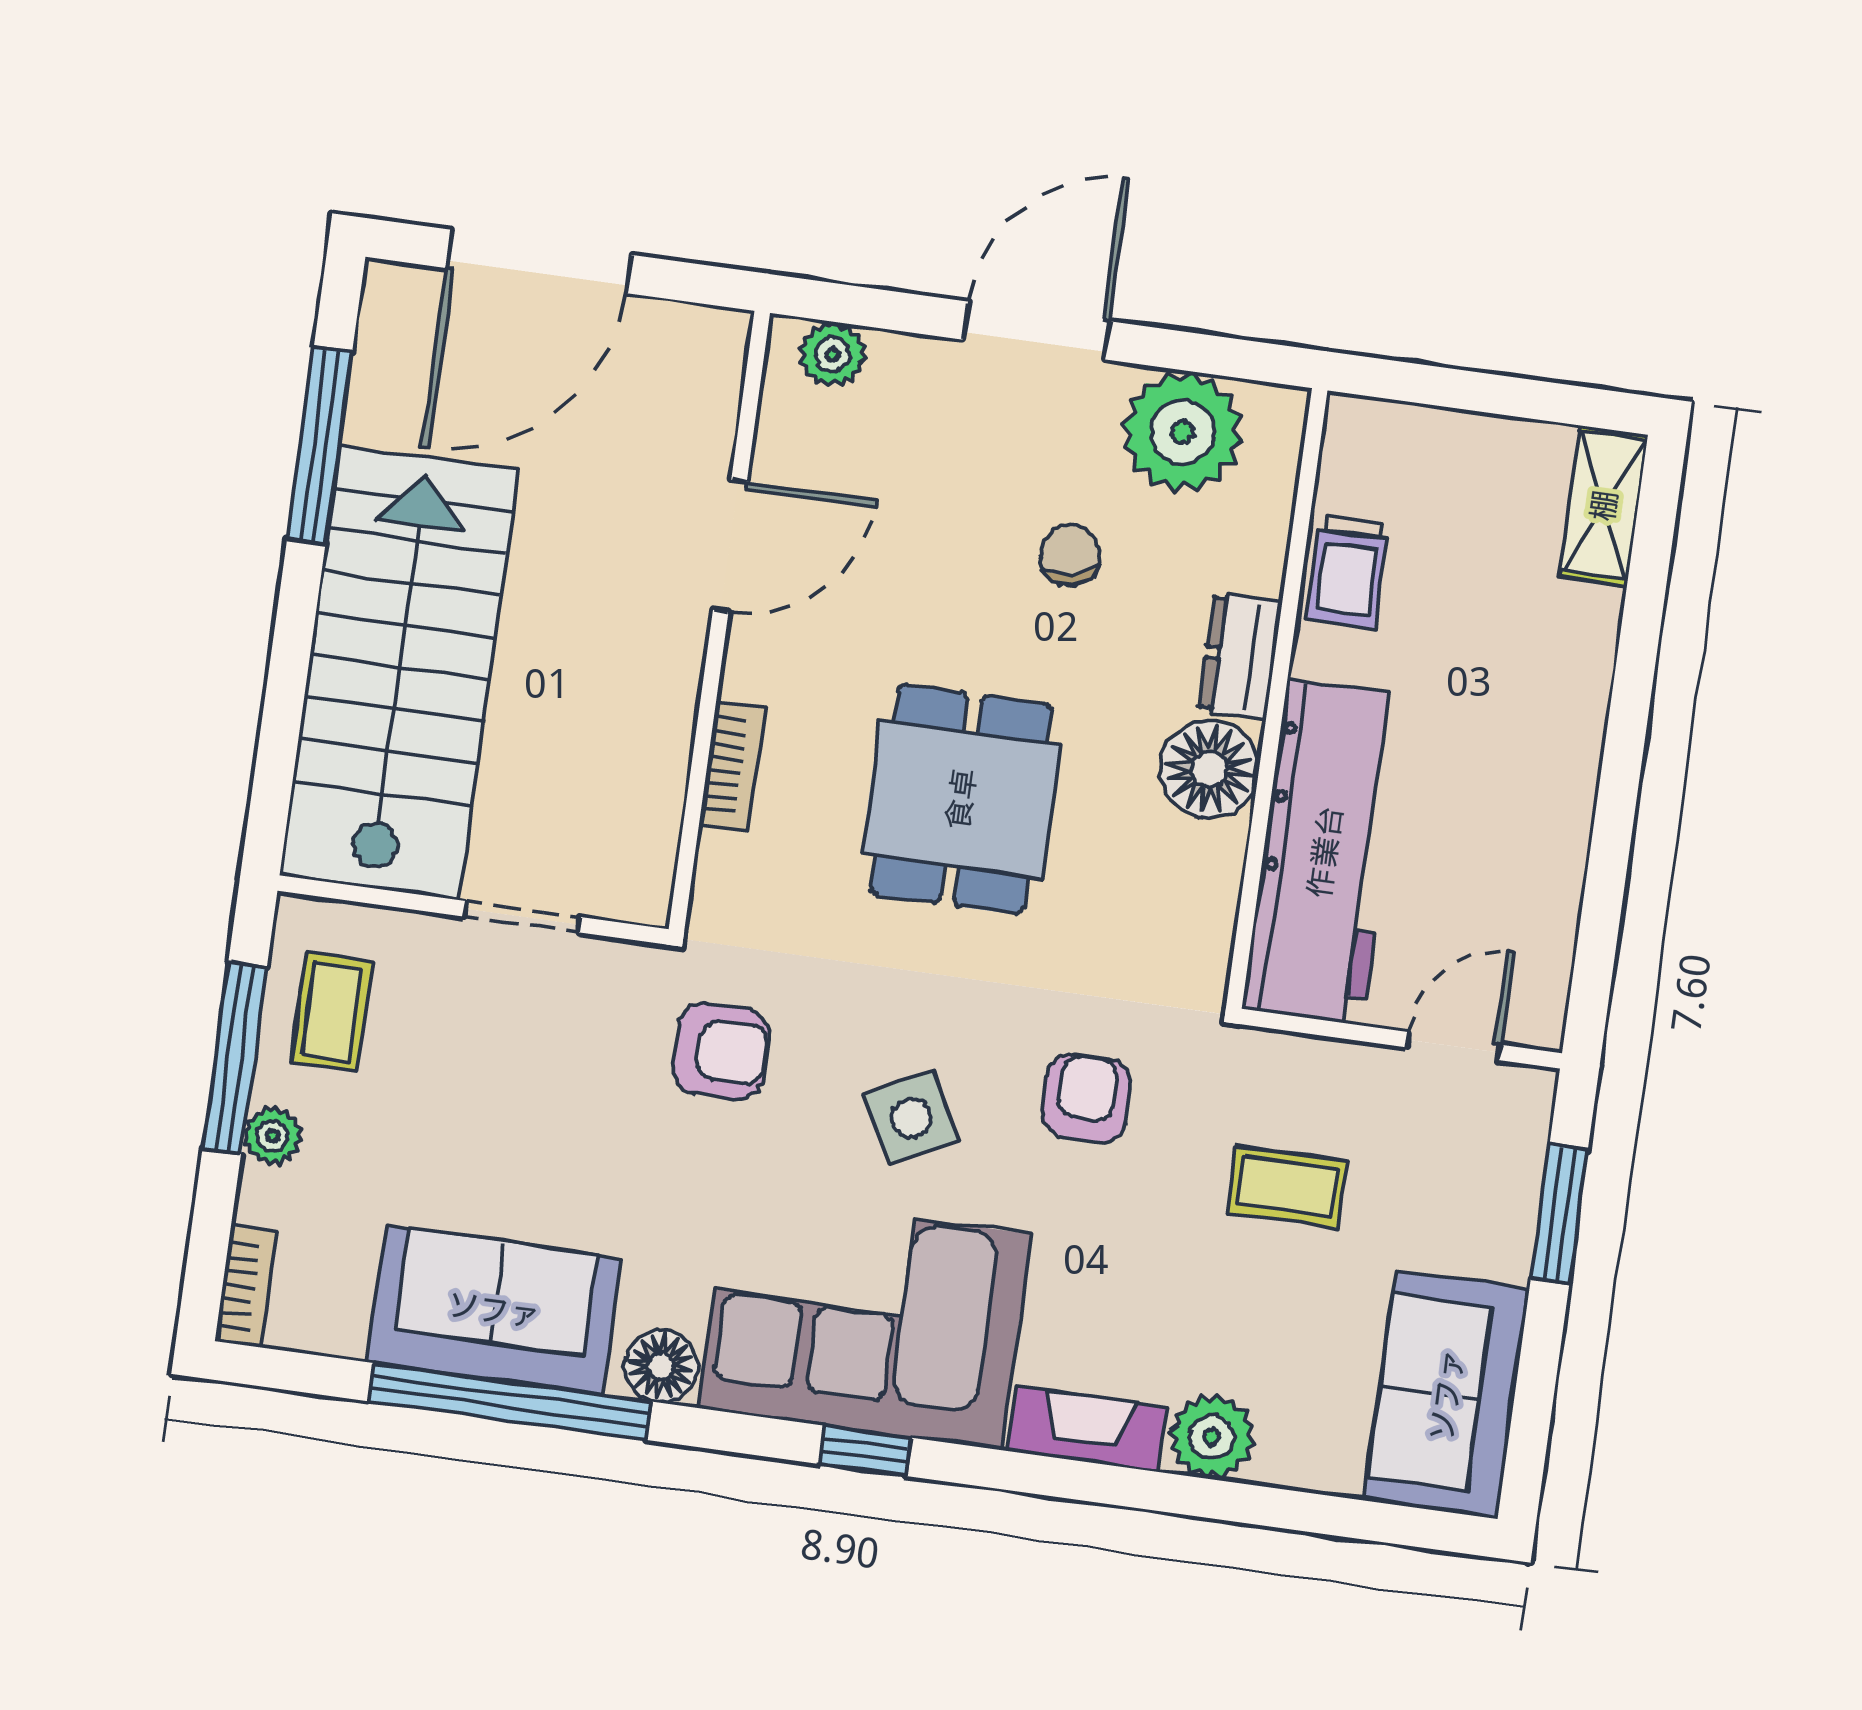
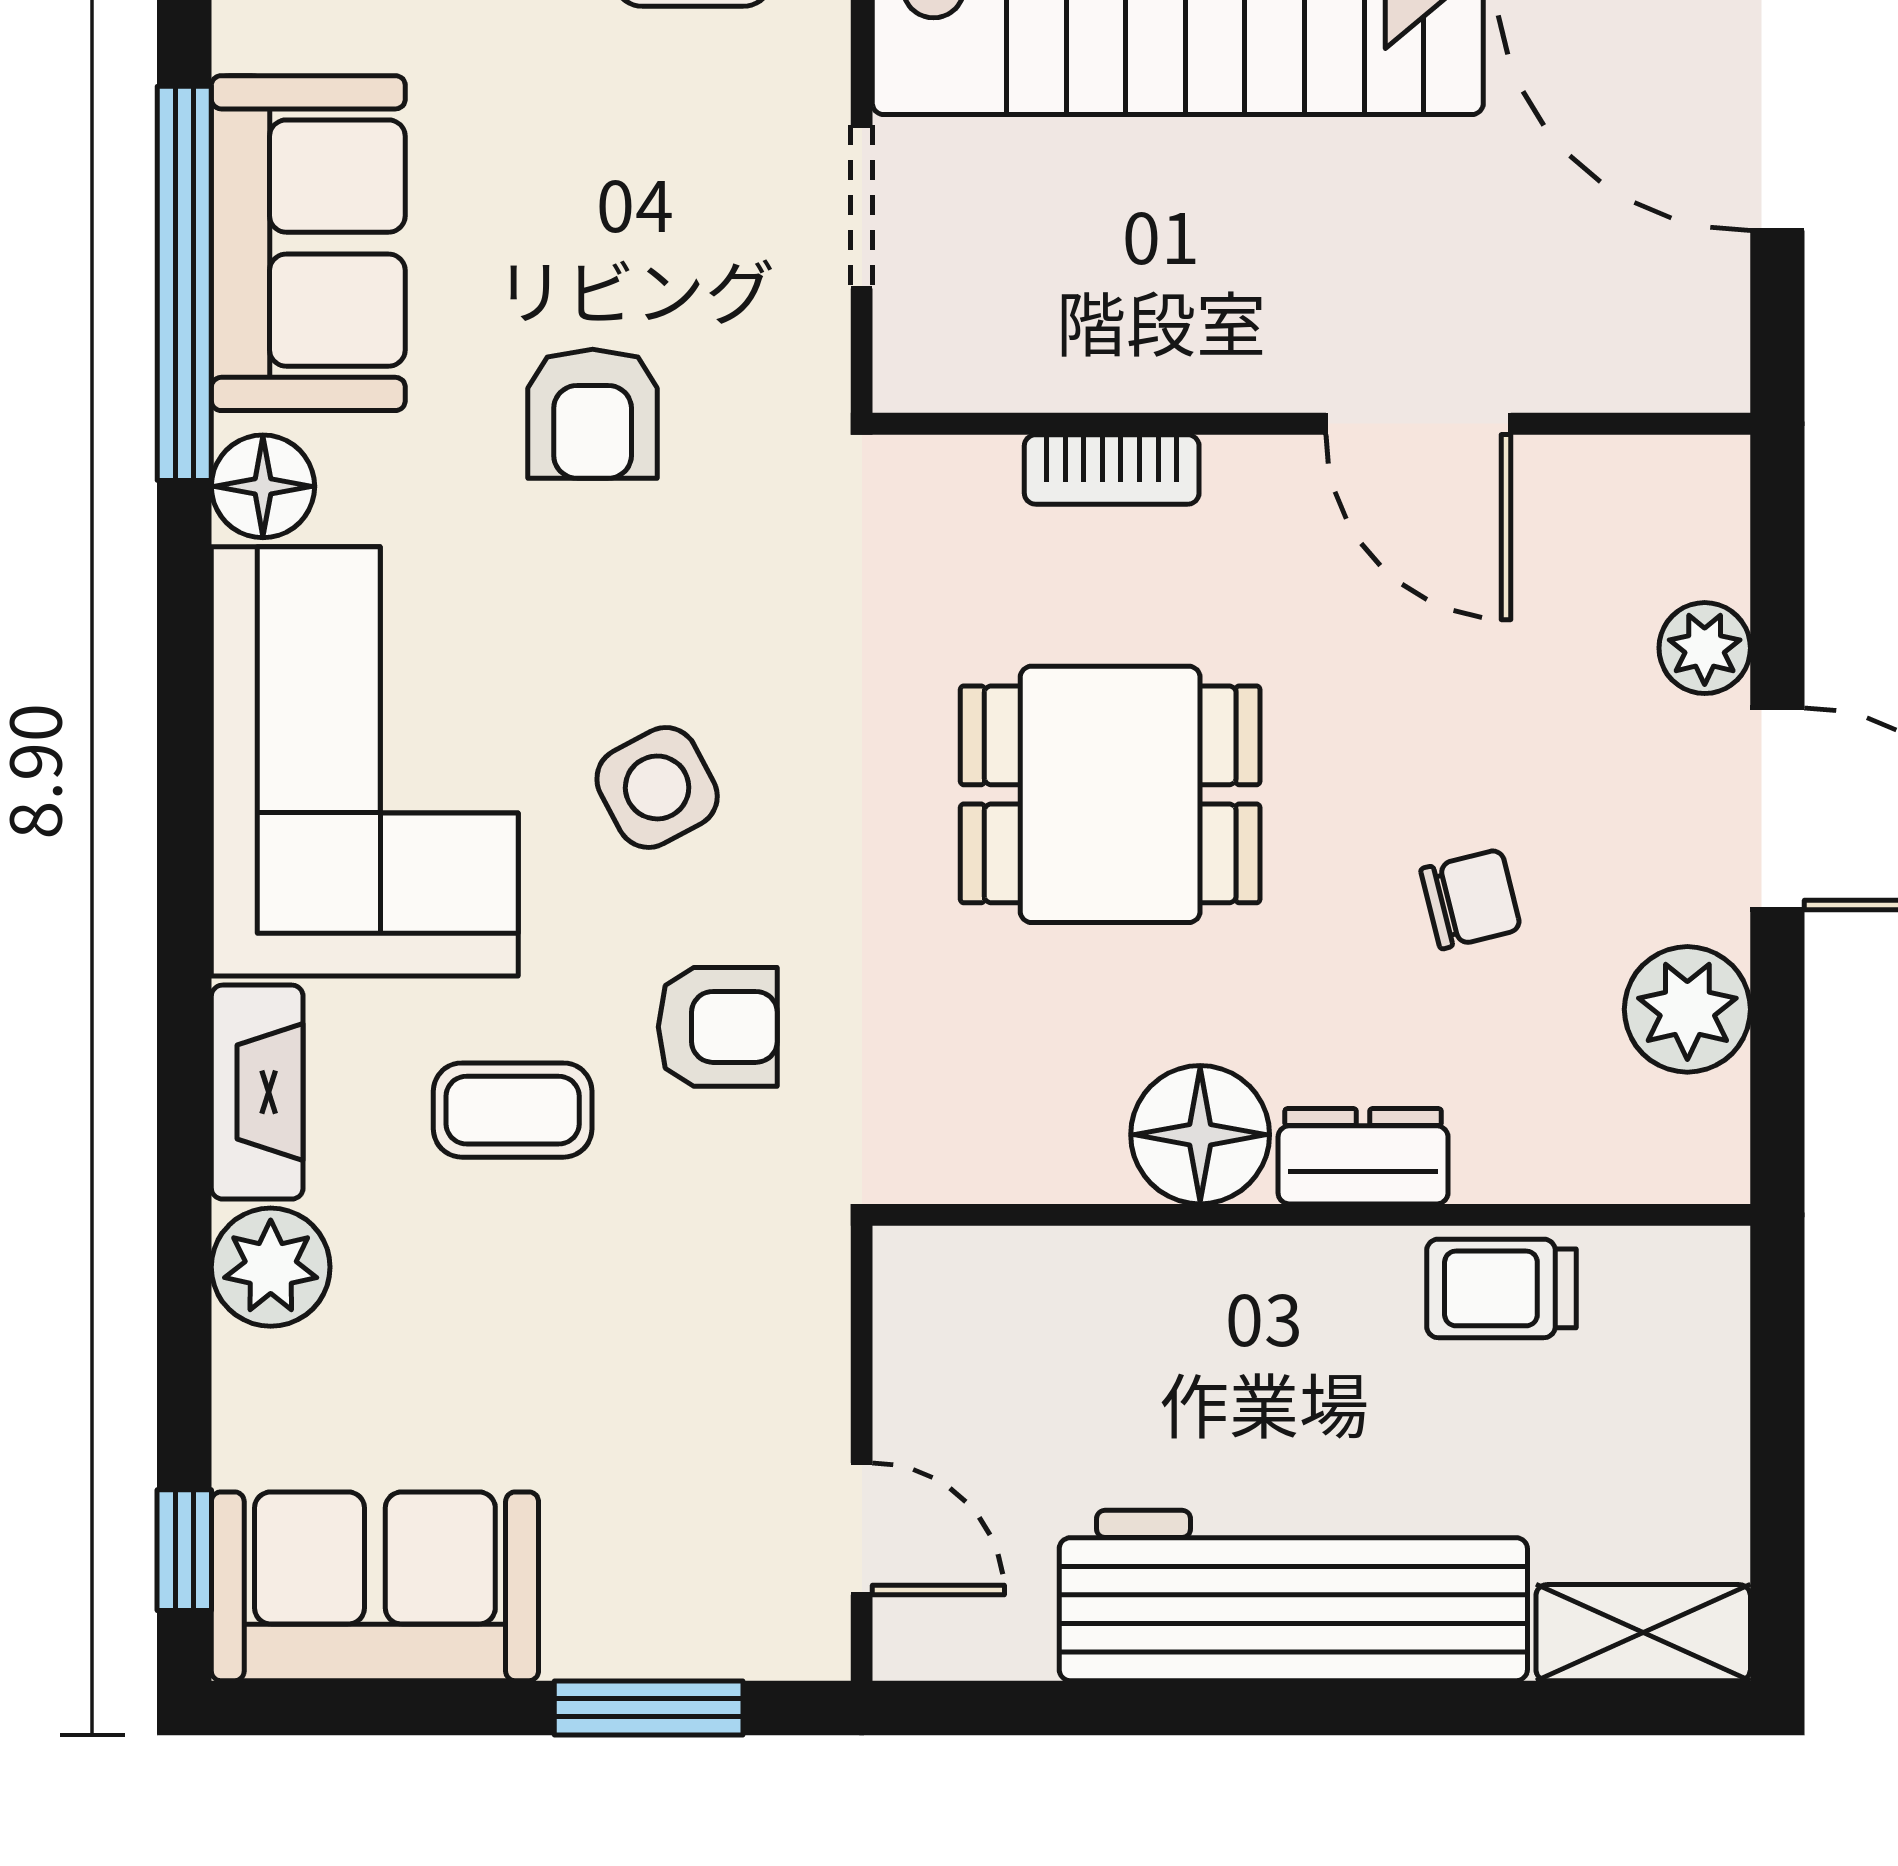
plant: (833, 354) -> (1705, 648), moved
plant: (1183, 432) -> (1687, 1009), width x0.73, depth x0.73
workbench: (1325, 852) -> (1293, 1596), moved, turned 180
armchair: (721, 1051) -> (593, 414), moved
coffee table: (1287, 1187) -> (513, 1110), moved, turned 90
window: (865, 1451) -> (184, 1550), moved

